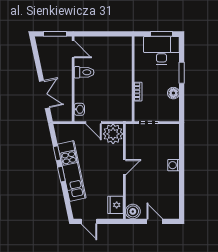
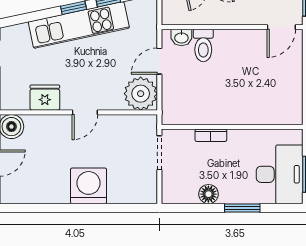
toilet: (84, 72) -> (203, 45), moved
washing machine: (174, 165) -> (89, 186), width x1.89, depth x1.89
door: (124, 167) -> (85, 112), hinge flipped
fridge: (115, 205) -> (45, 98), moved

